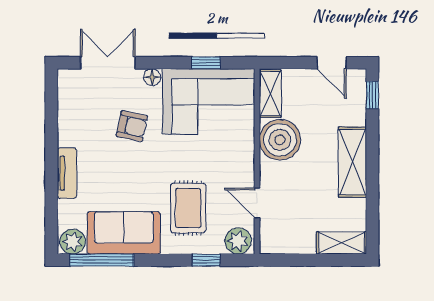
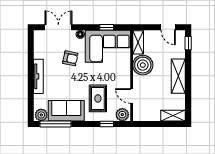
tv unit: (67, 173) -> (38, 76), width x1.41

